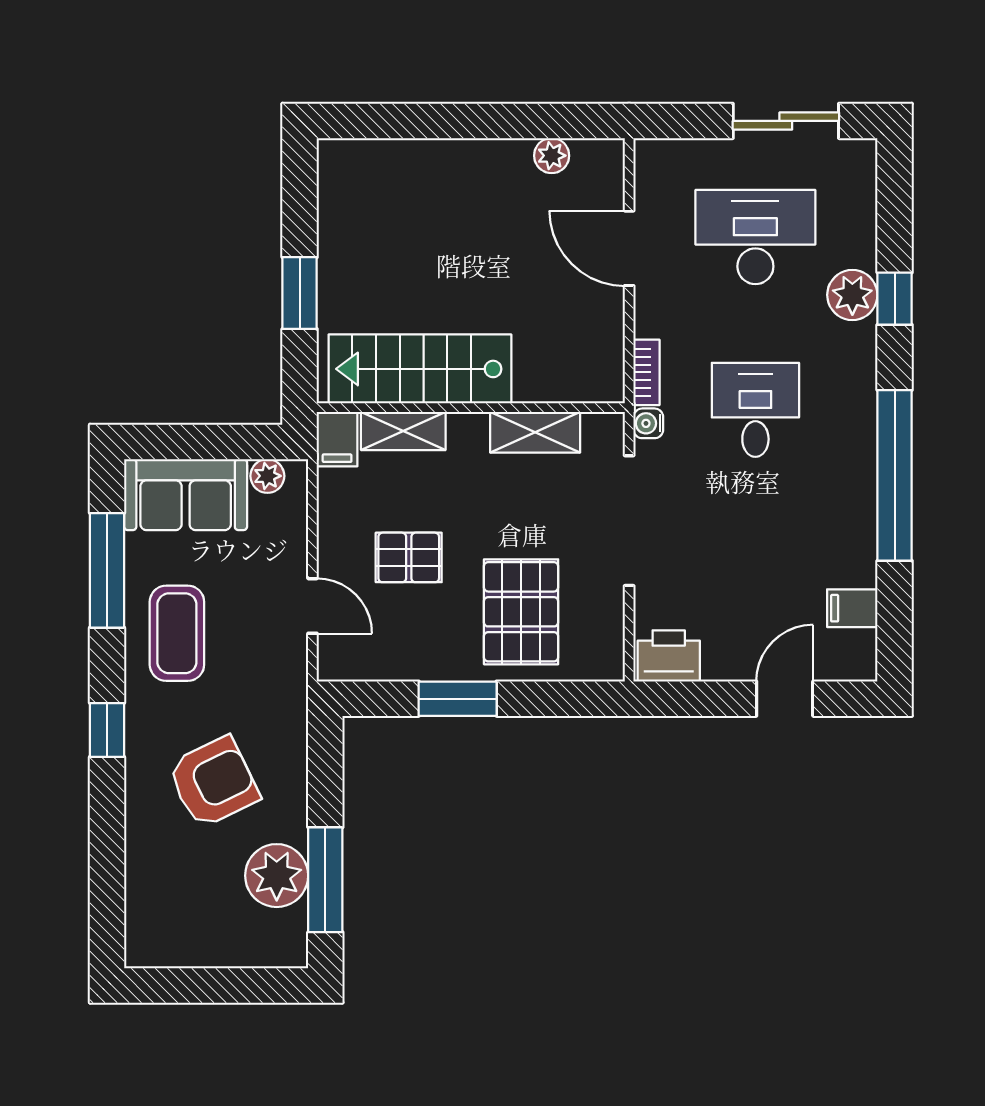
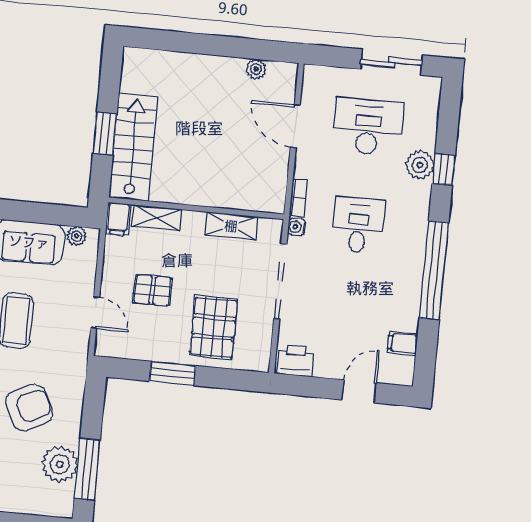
stairs: (420, 369) -> (133, 147), moved, turned 90

